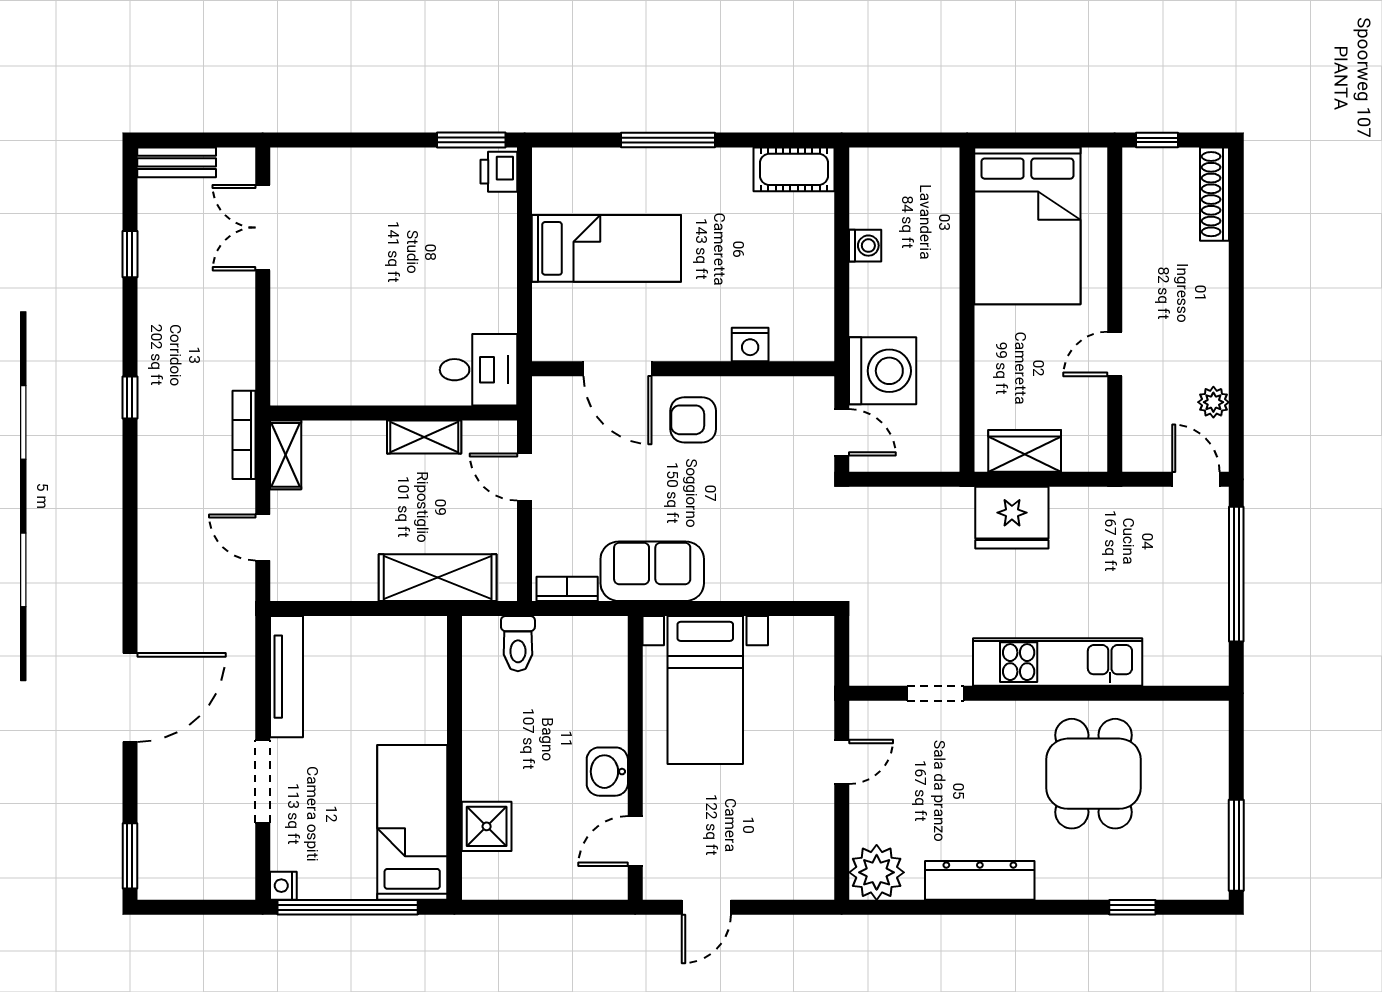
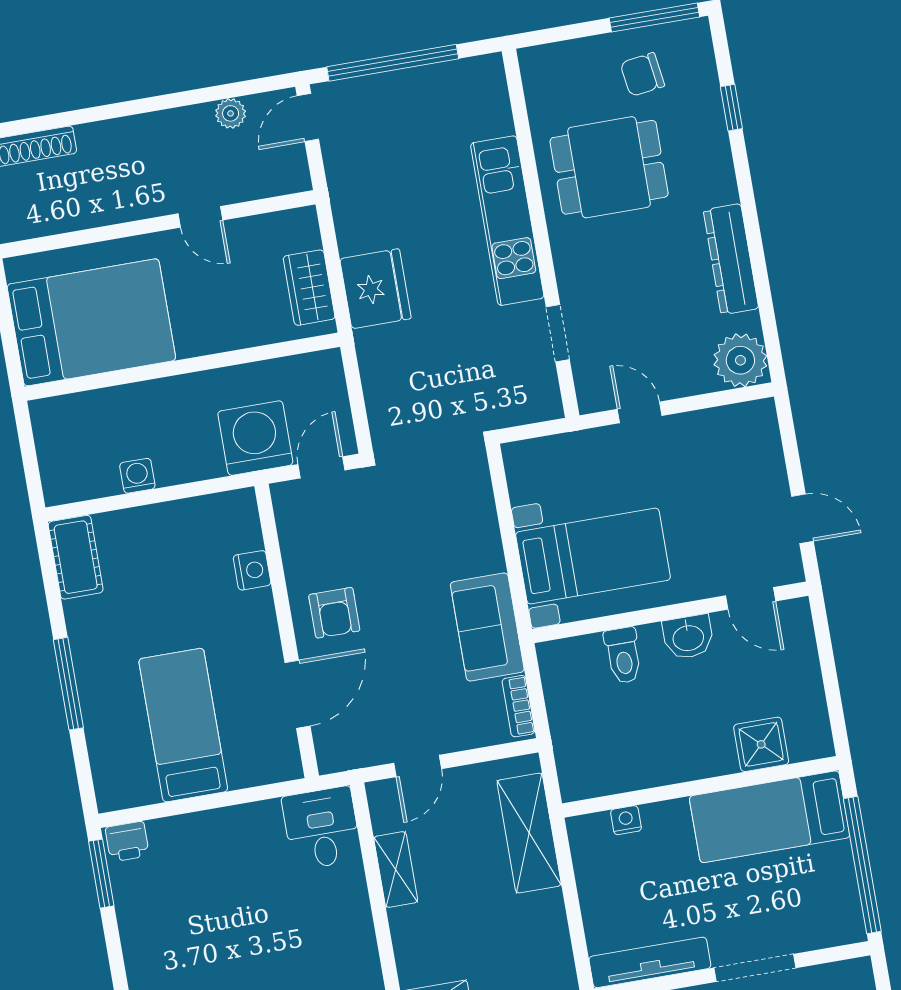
toilet: (518, 644) -> (623, 655), moved, turned 90
chair: (1181, 823) -> (642, 75), added
nightstand: (283, 886) -> (626, 820), moved, turned 180

